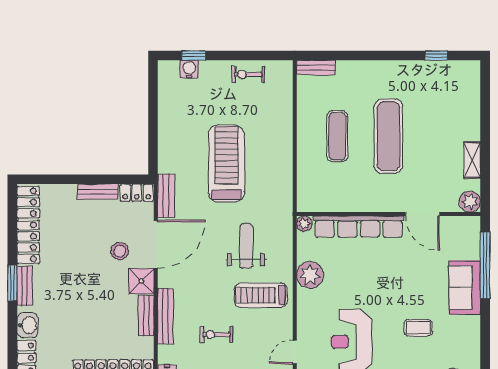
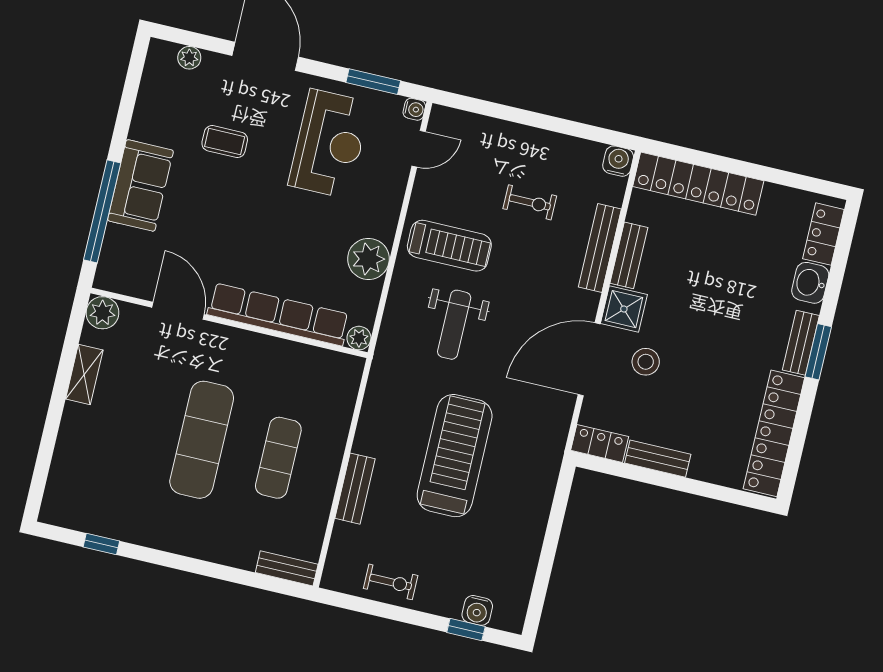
treadmill: (226, 164) -> (455, 456), turned 180
bench: (166, 196) -> (355, 489), moved

